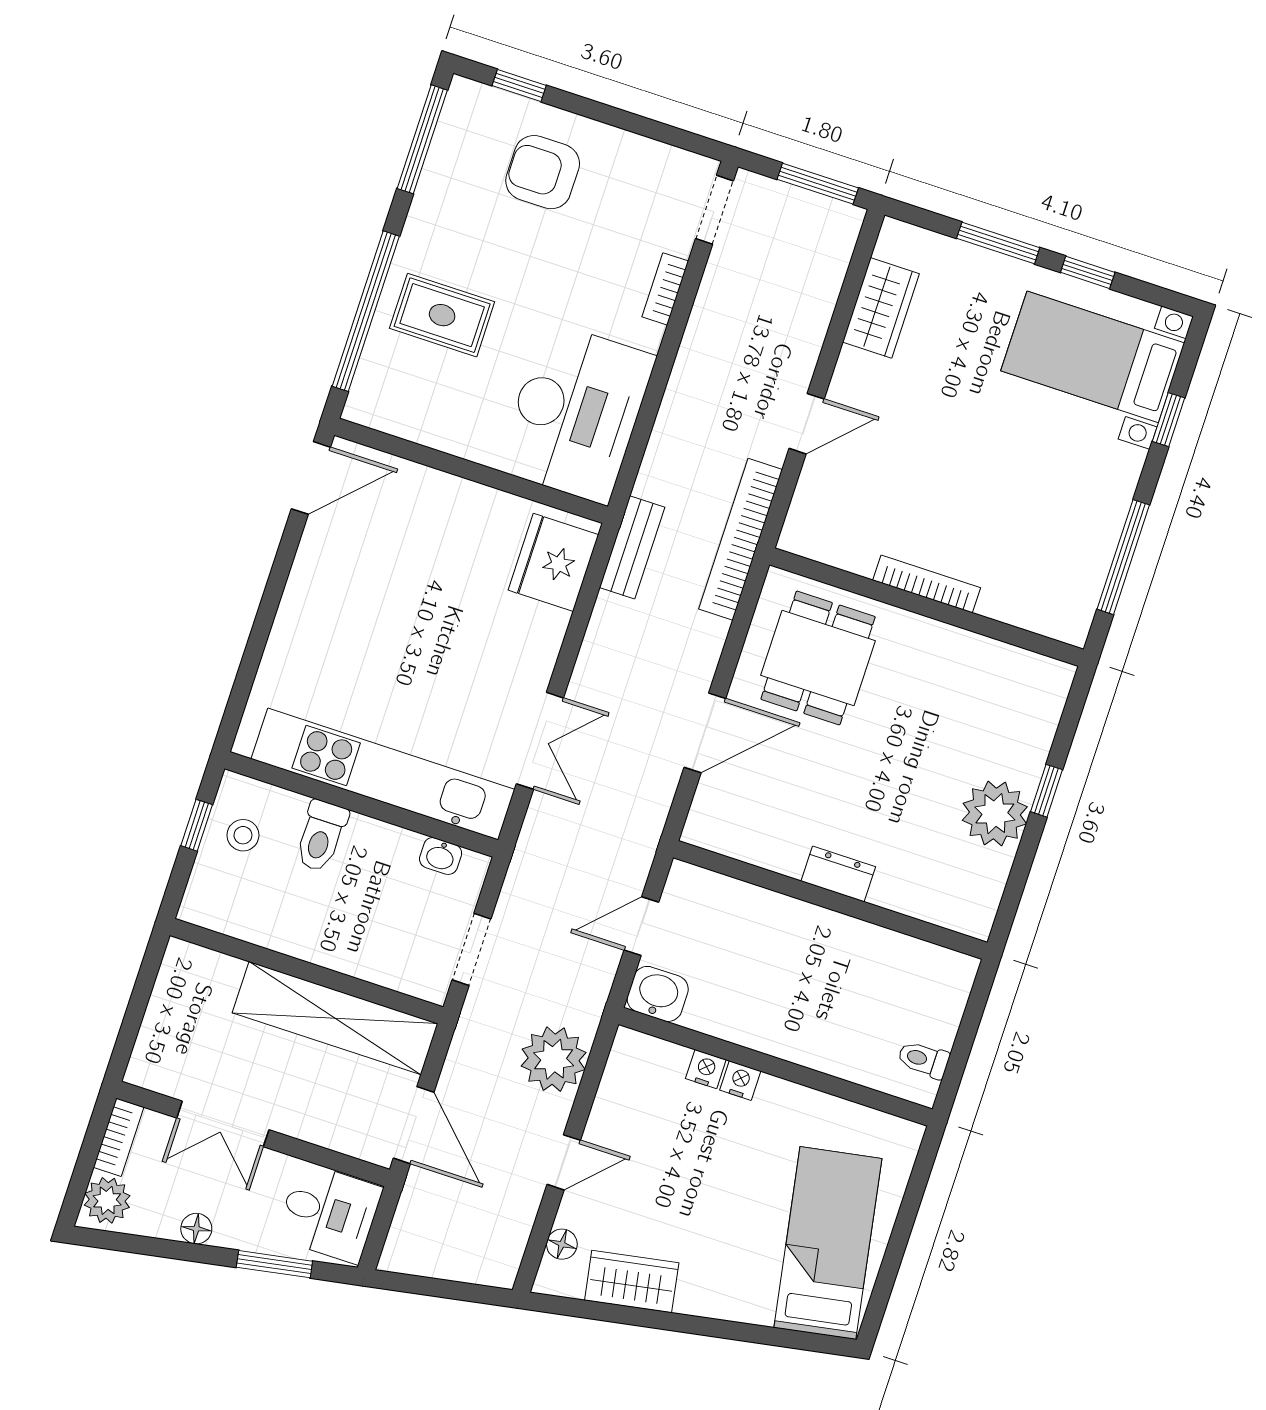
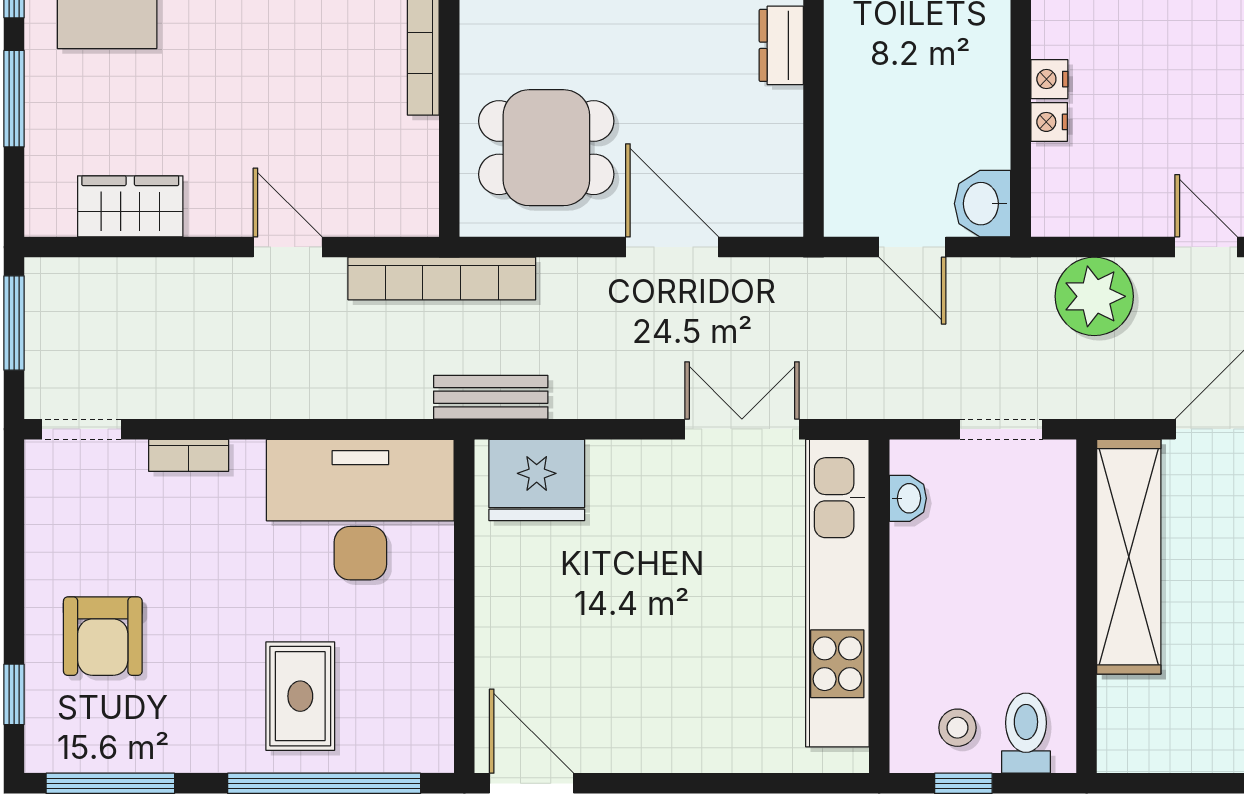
toilet: (321, 836) -> (1026, 733), moved, turned -90

